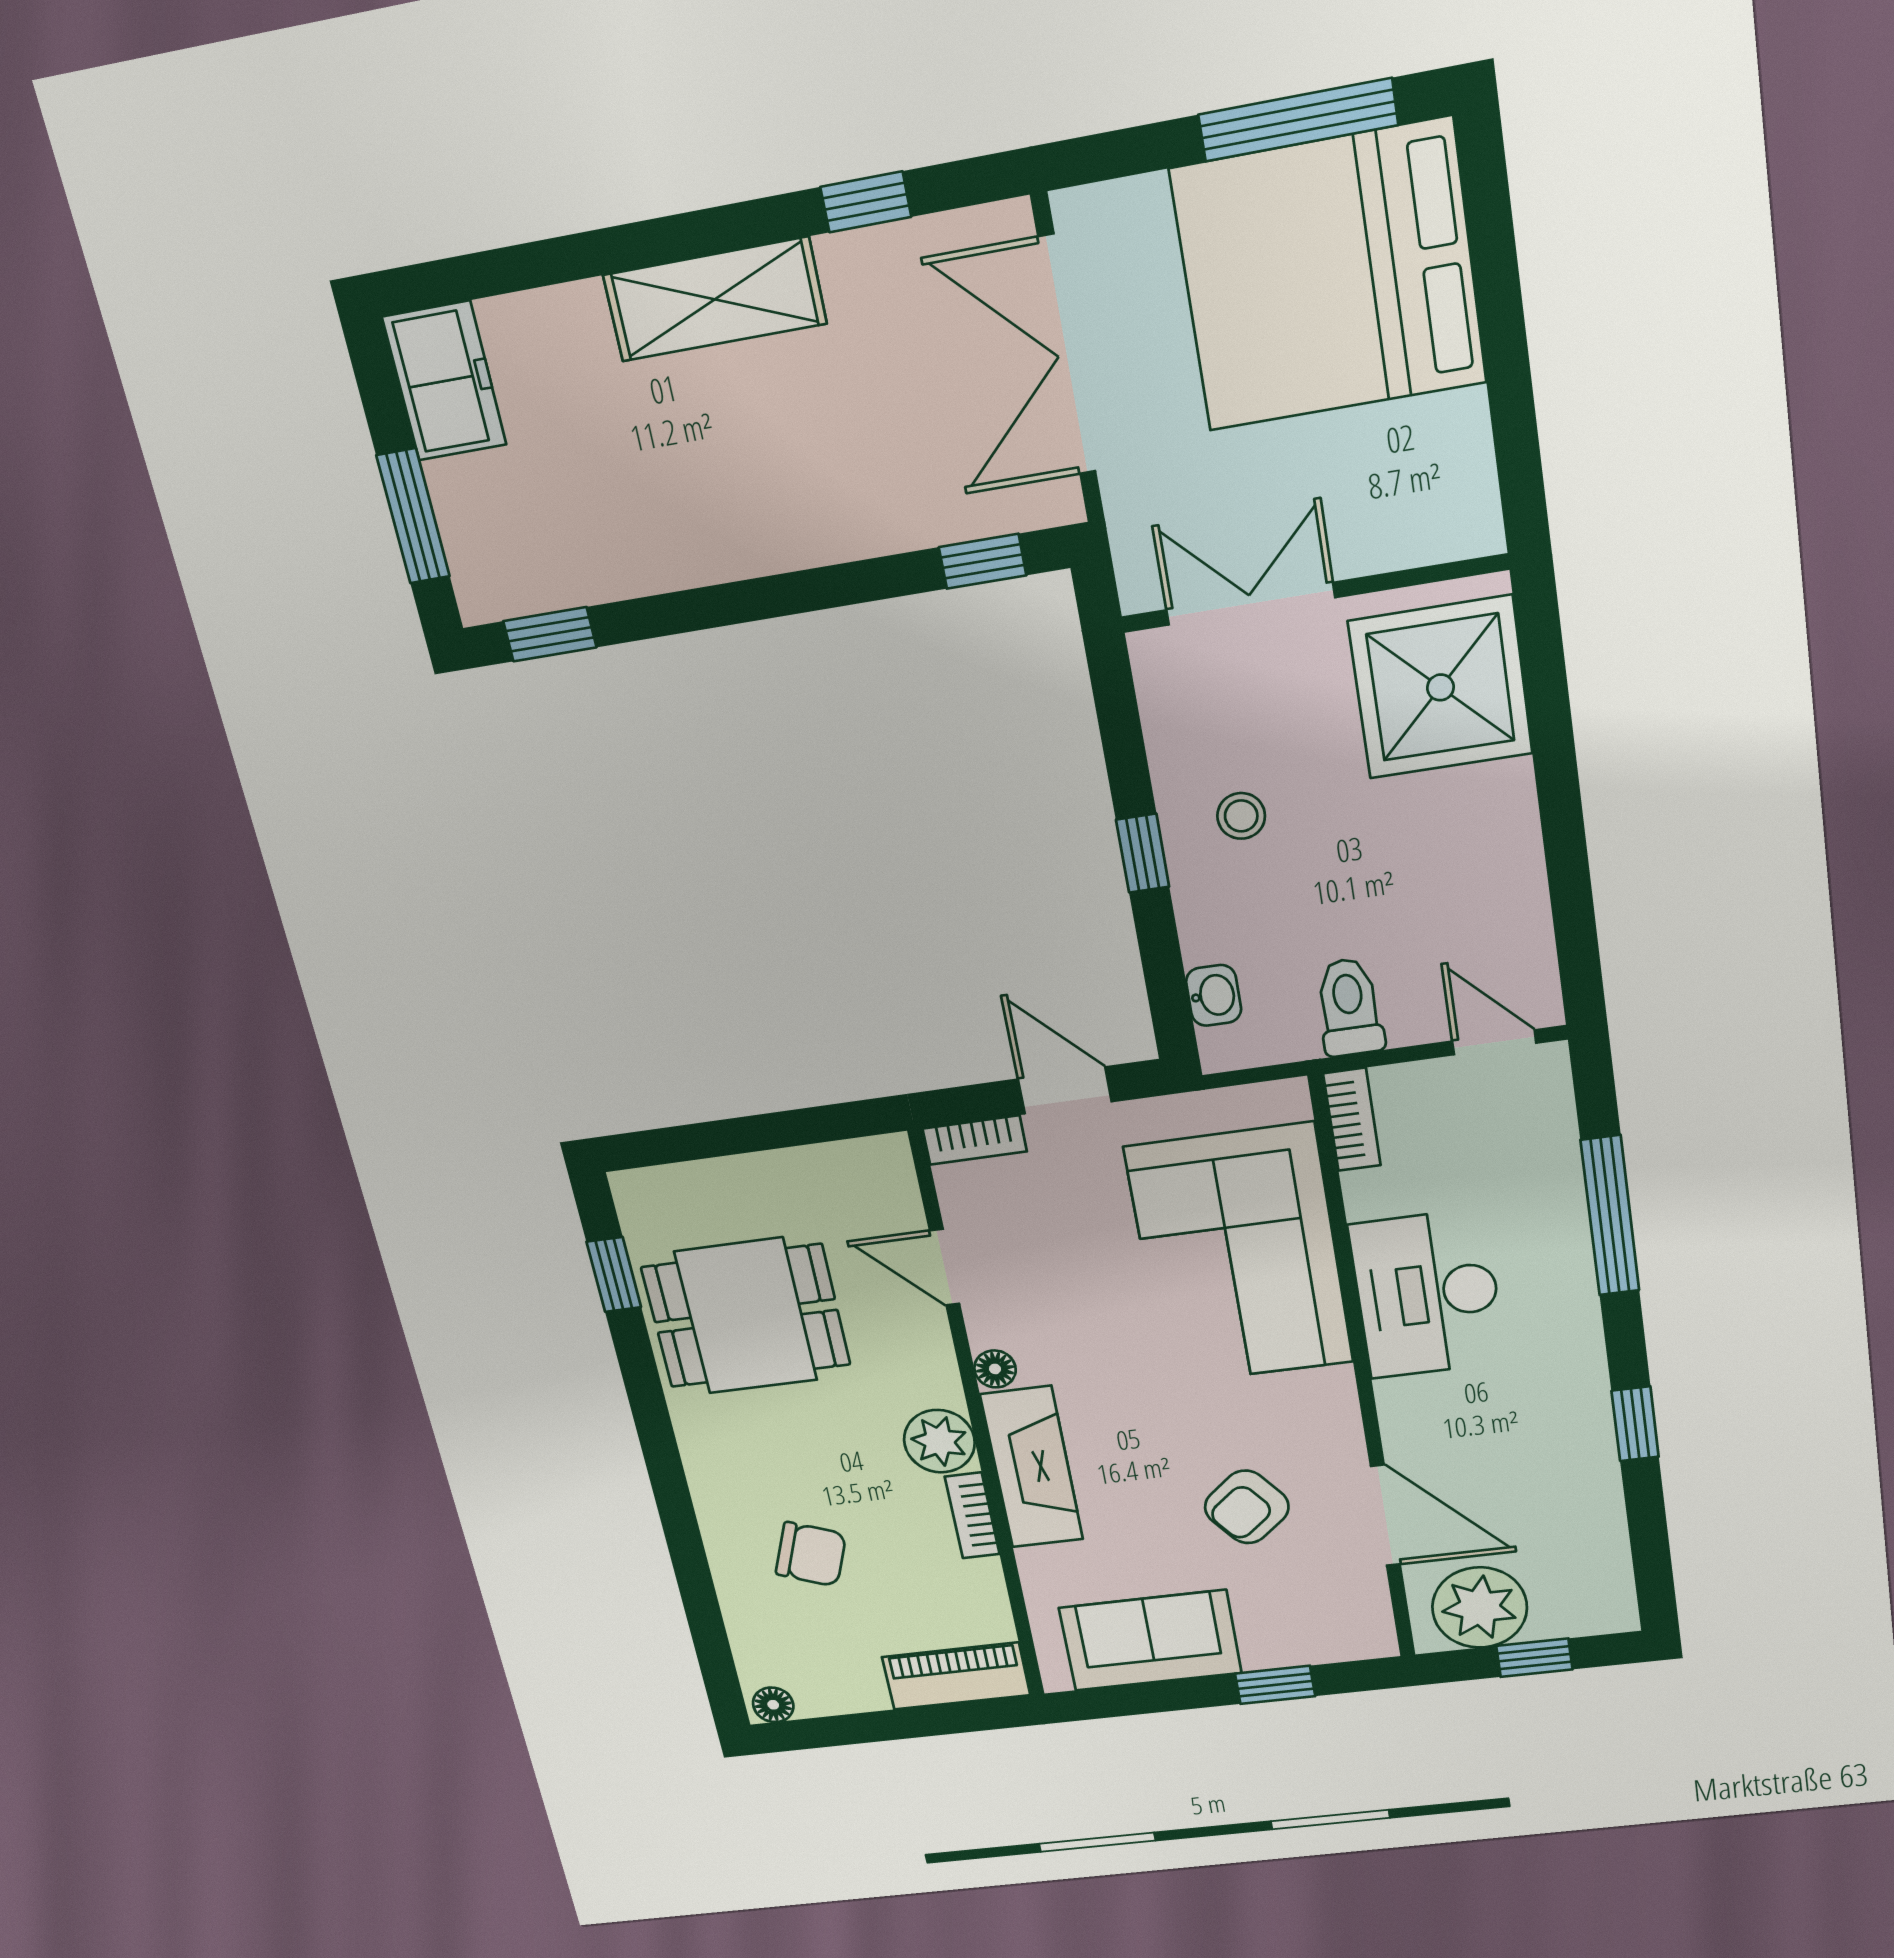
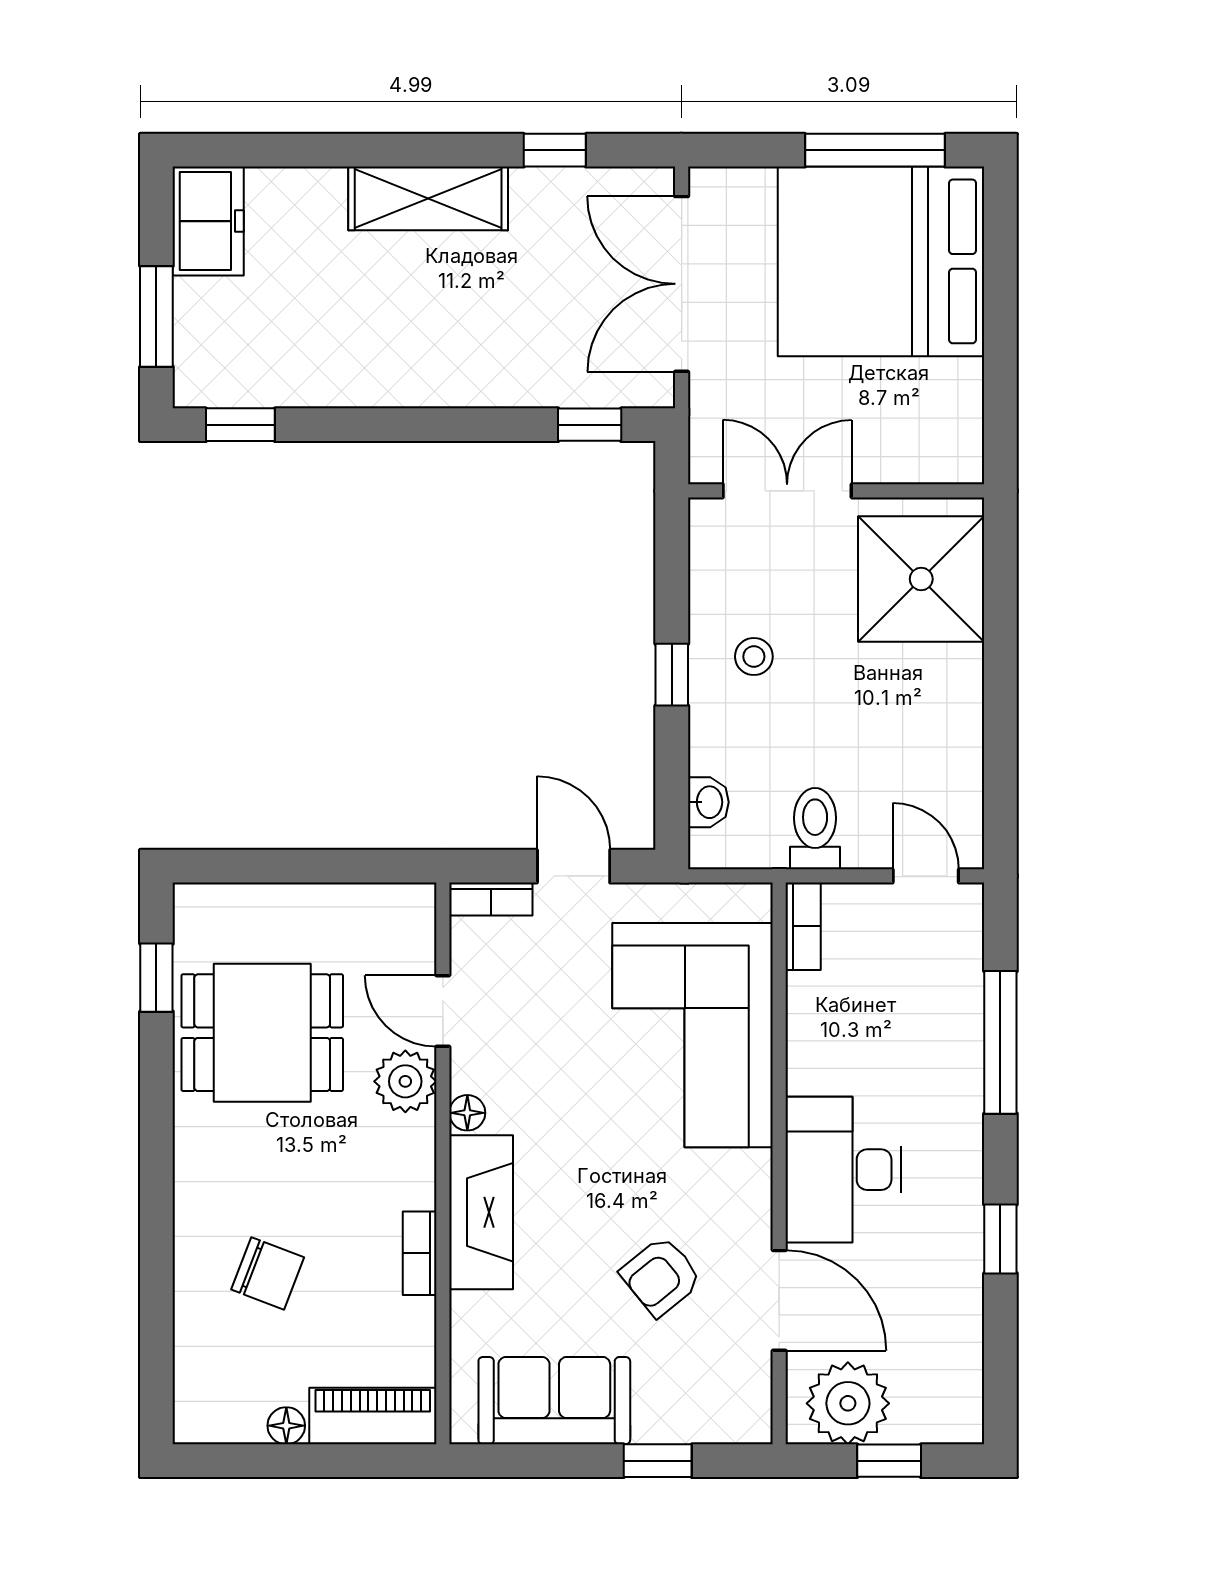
desk: (1427, 1294) -> (843, 1170), moved
plant: (939, 1441) -> (405, 1081), moved
floor lamp: (773, 1705) -> (286, 1426), moved

